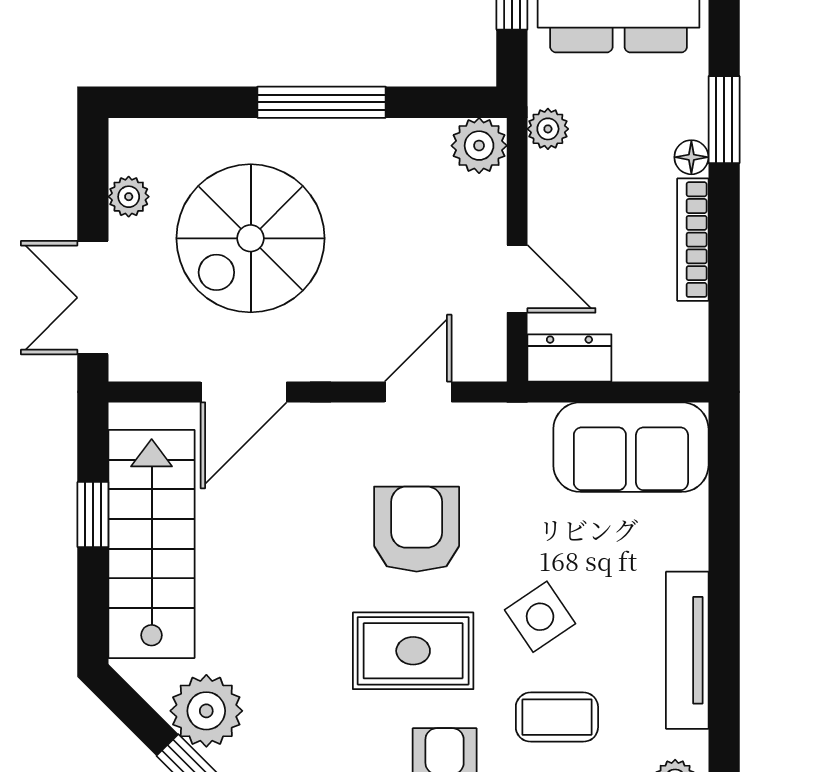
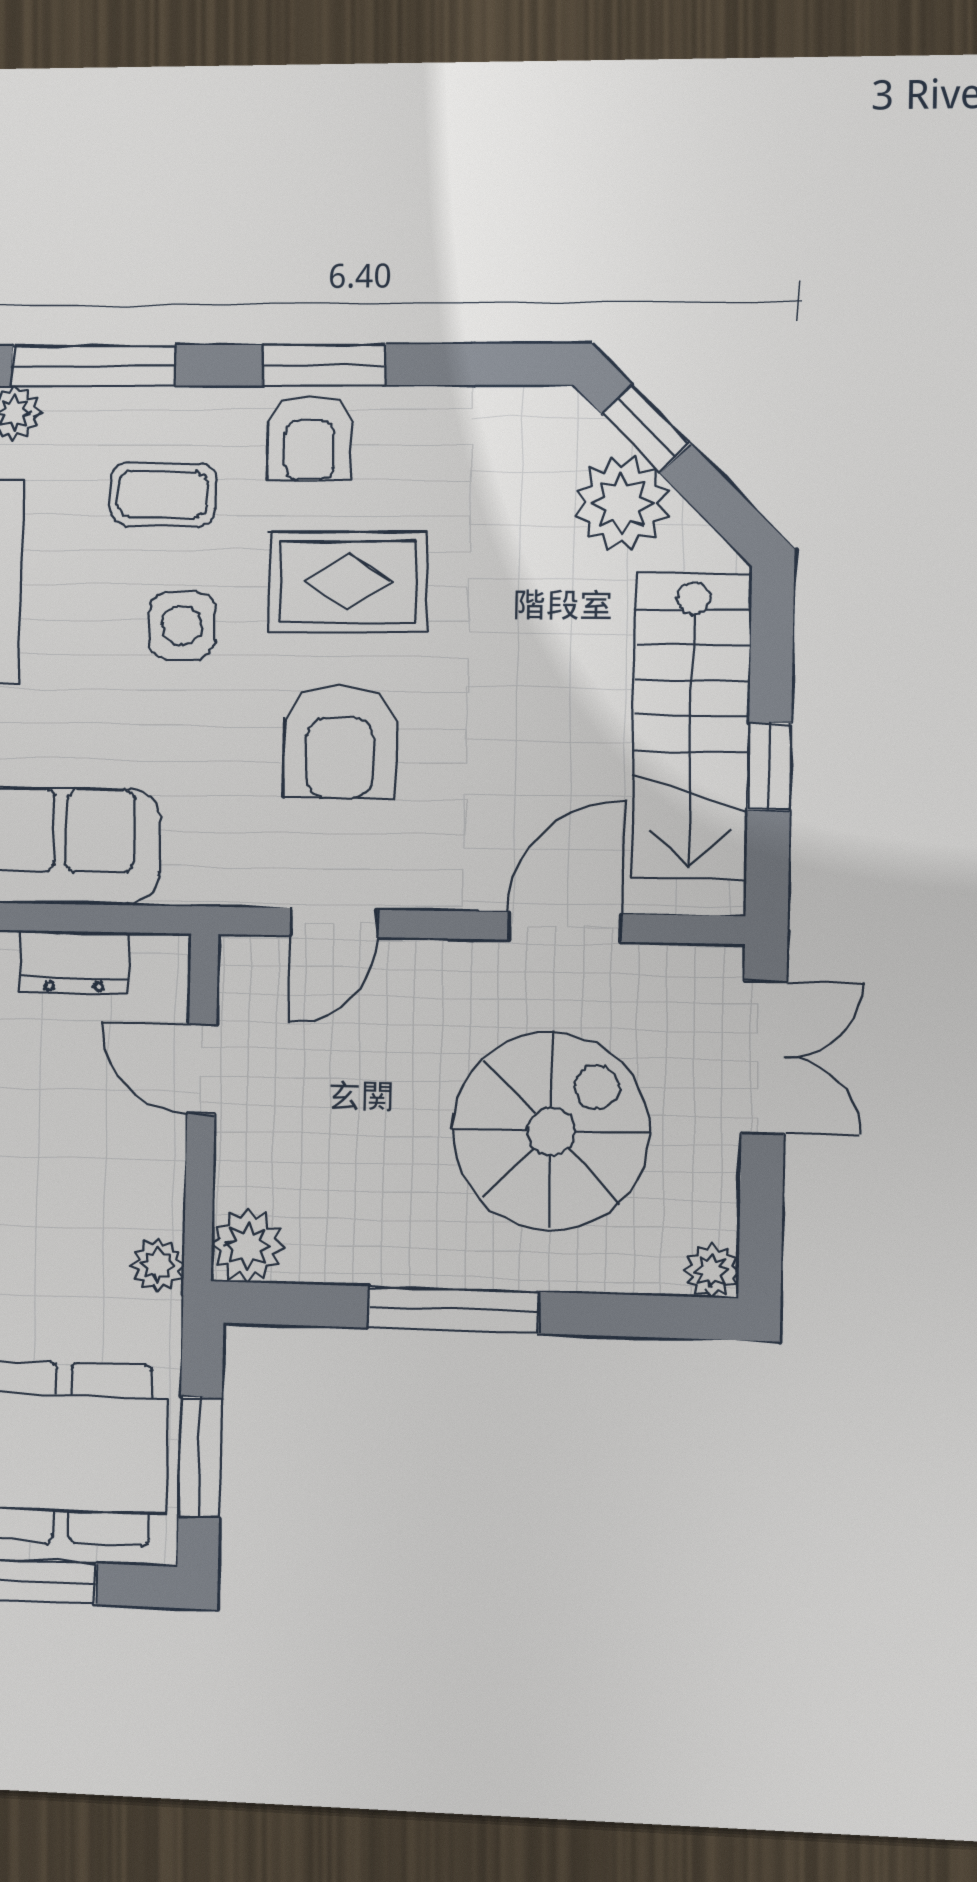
plant: (129, 197) -> (712, 1270), moved
dresser: (569, 358) -> (75, 962), moved
side table: (540, 617) -> (182, 625), turned 34

